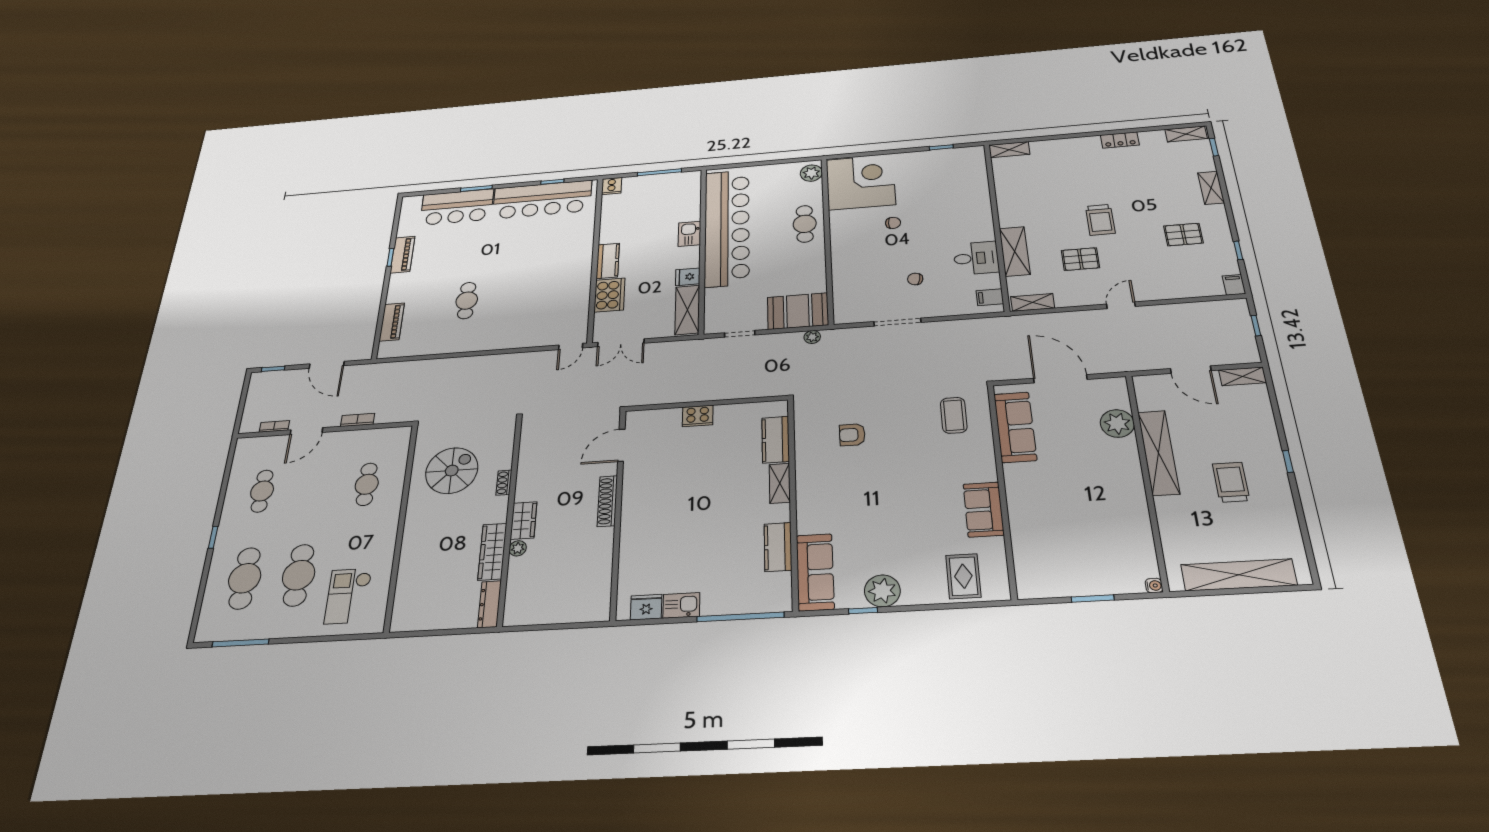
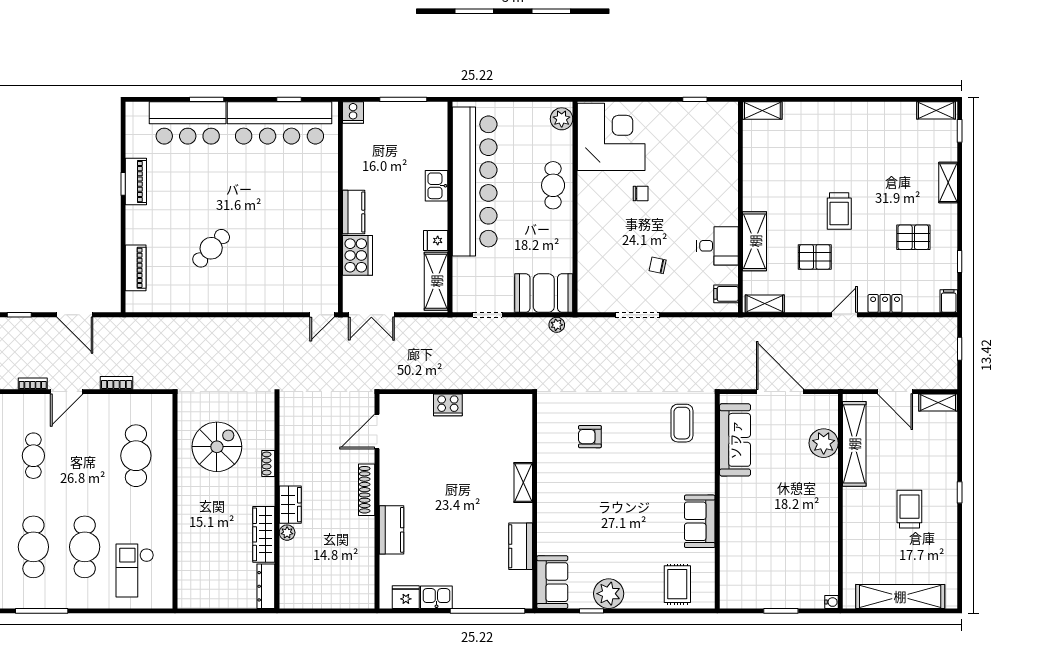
locker: (1120, 140) -> (885, 303), moved, turned 180
cafe table: (467, 301) -> (211, 248), turned 43
kitchen counter: (776, 440) -> (391, 530), moved, turned 180
shelving: (1159, 453) -> (854, 444), moved
cafe table: (367, 484) -> (136, 456), width x1.37, depth x1.35
sofa: (815, 572) -> (552, 582), width x0.73

